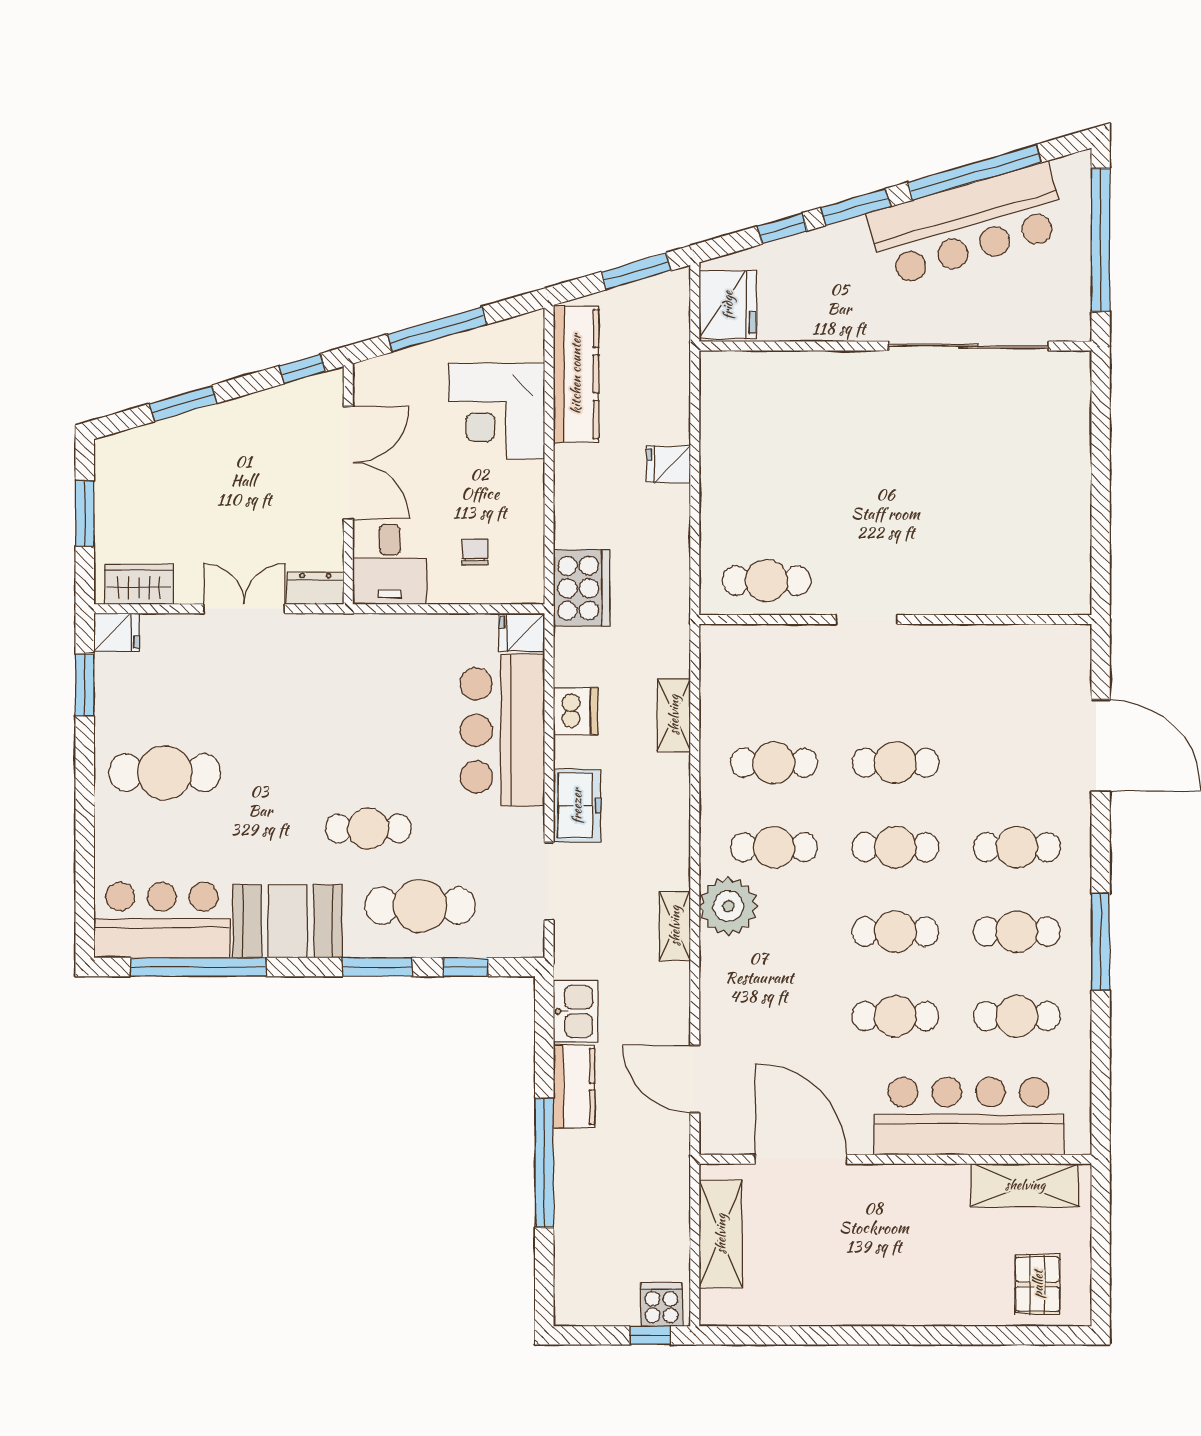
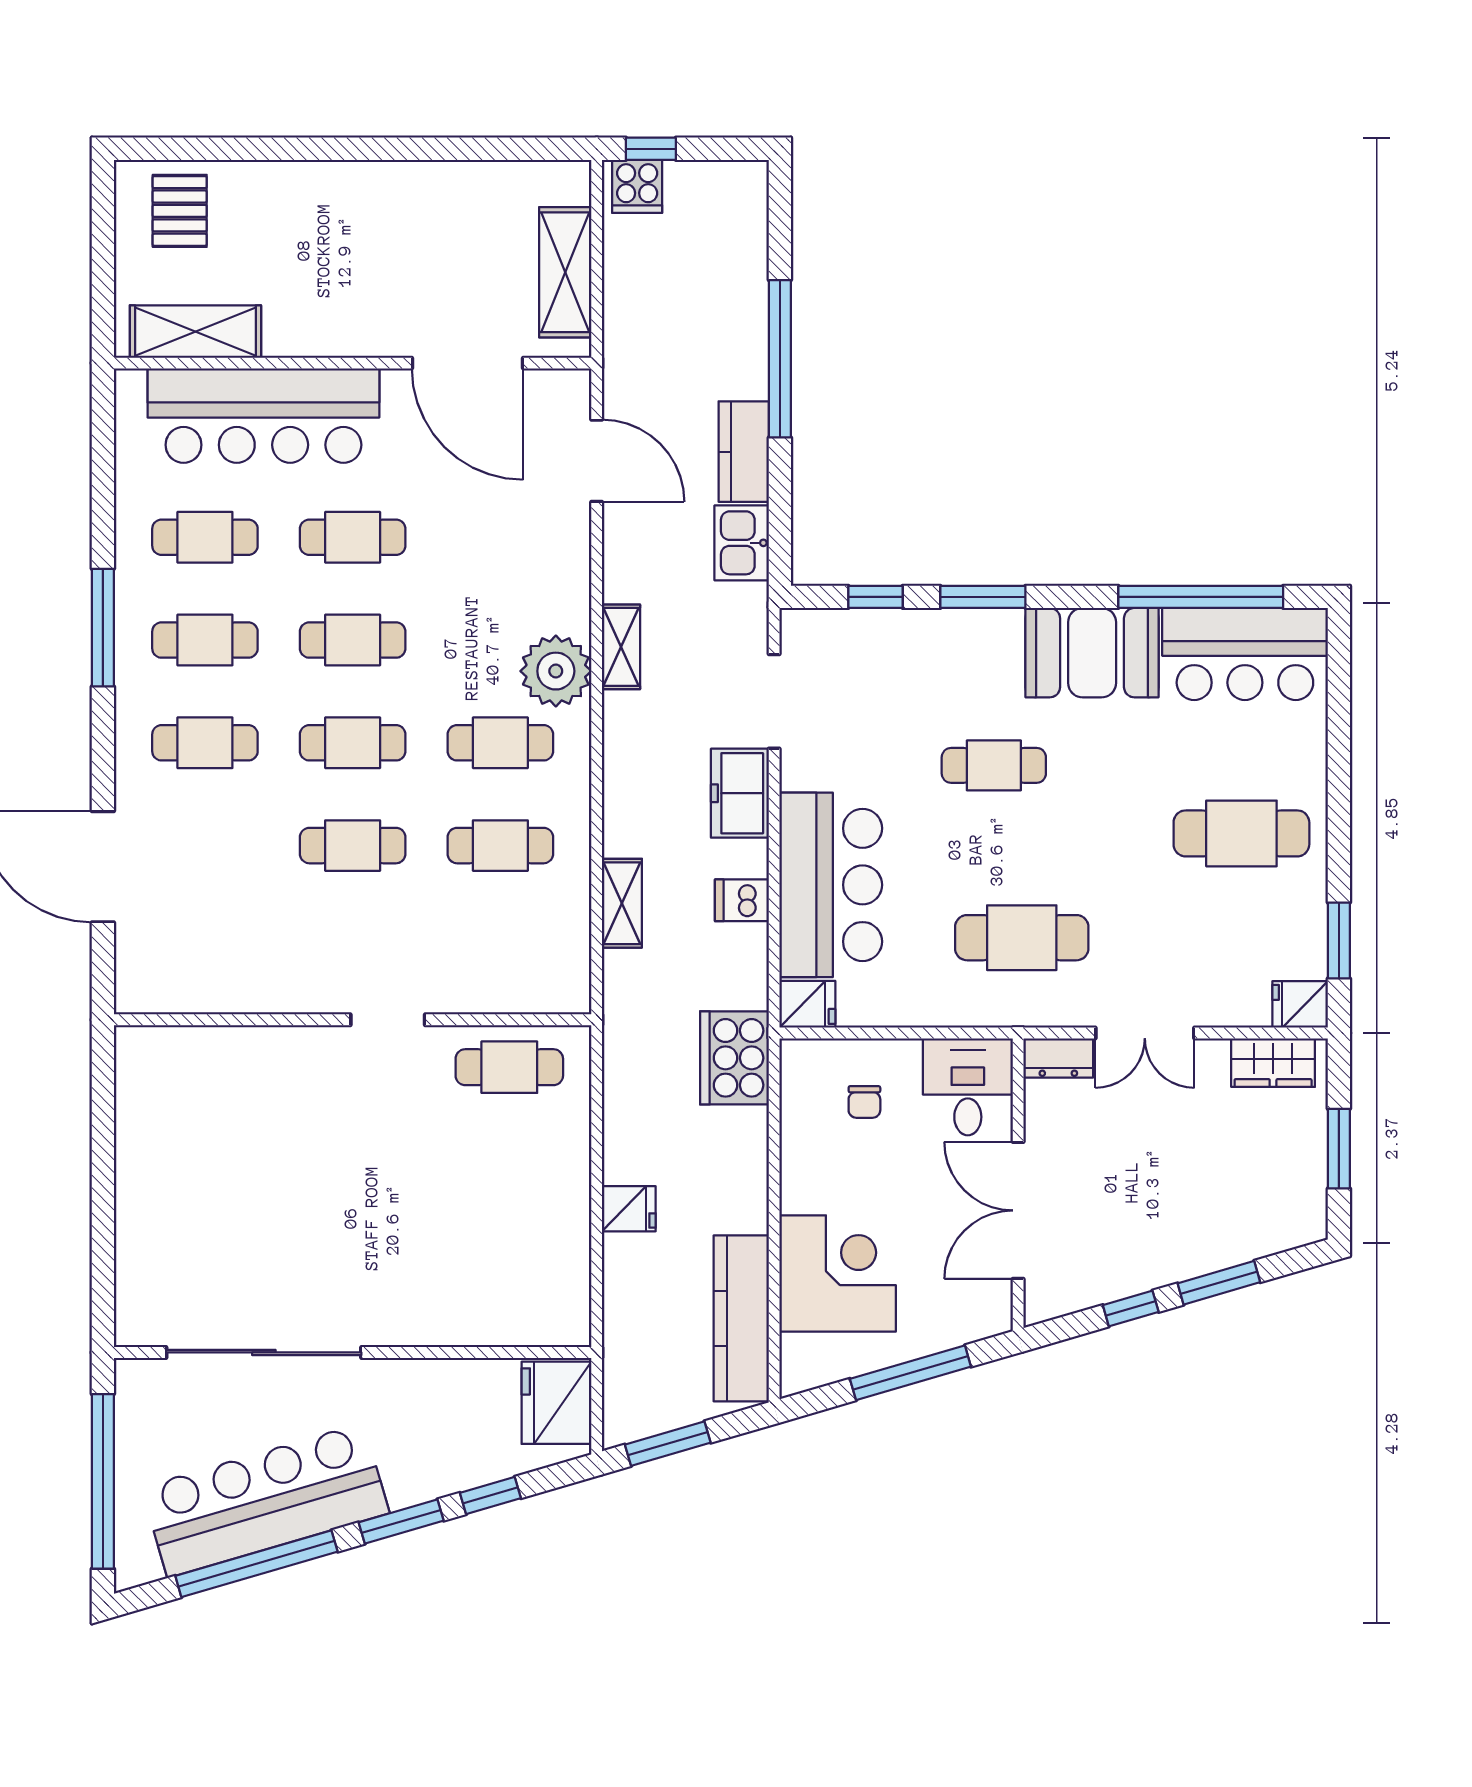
window: (302, 369) -> (1131, 1308), moved
dishwasher: (575, 711) -> (742, 900), width x0.73
cafe table: (420, 906) -> (1022, 938), moved

